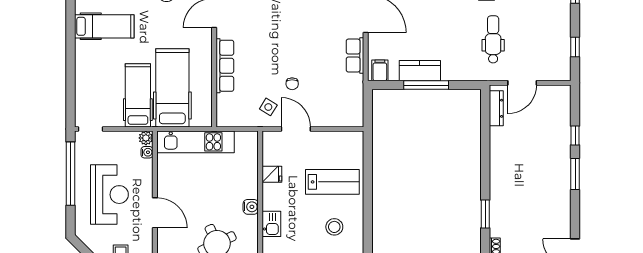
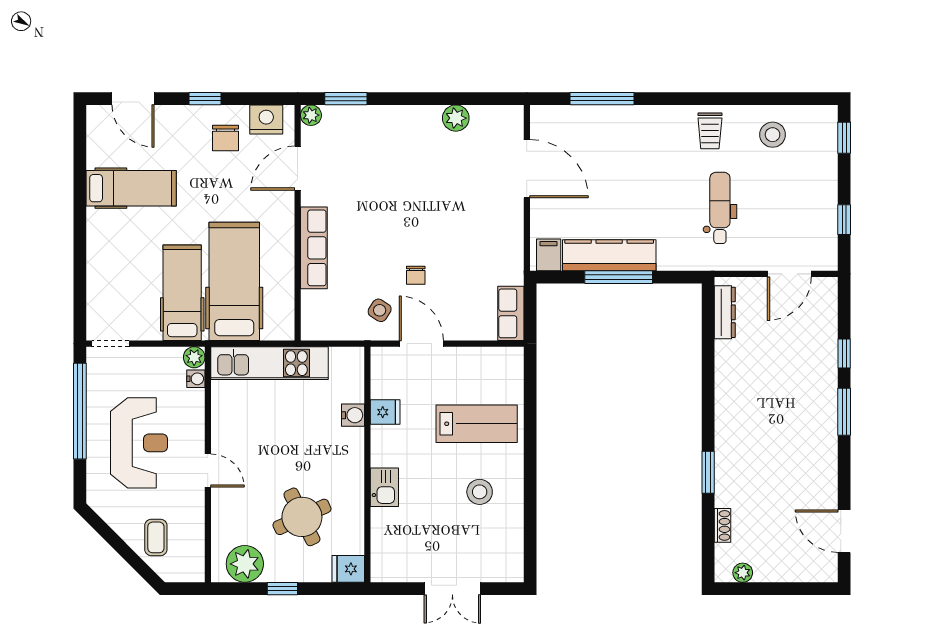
row of seats: (355, 56) -> (511, 313), moved
kitchen counter: (420, 71) -> (609, 255), width x1.50
door: (522, 83) -> (789, 274), moved
water cooler: (251, 207) -> (353, 415), moved
door: (155, 213) -> (208, 471), width x0.73

